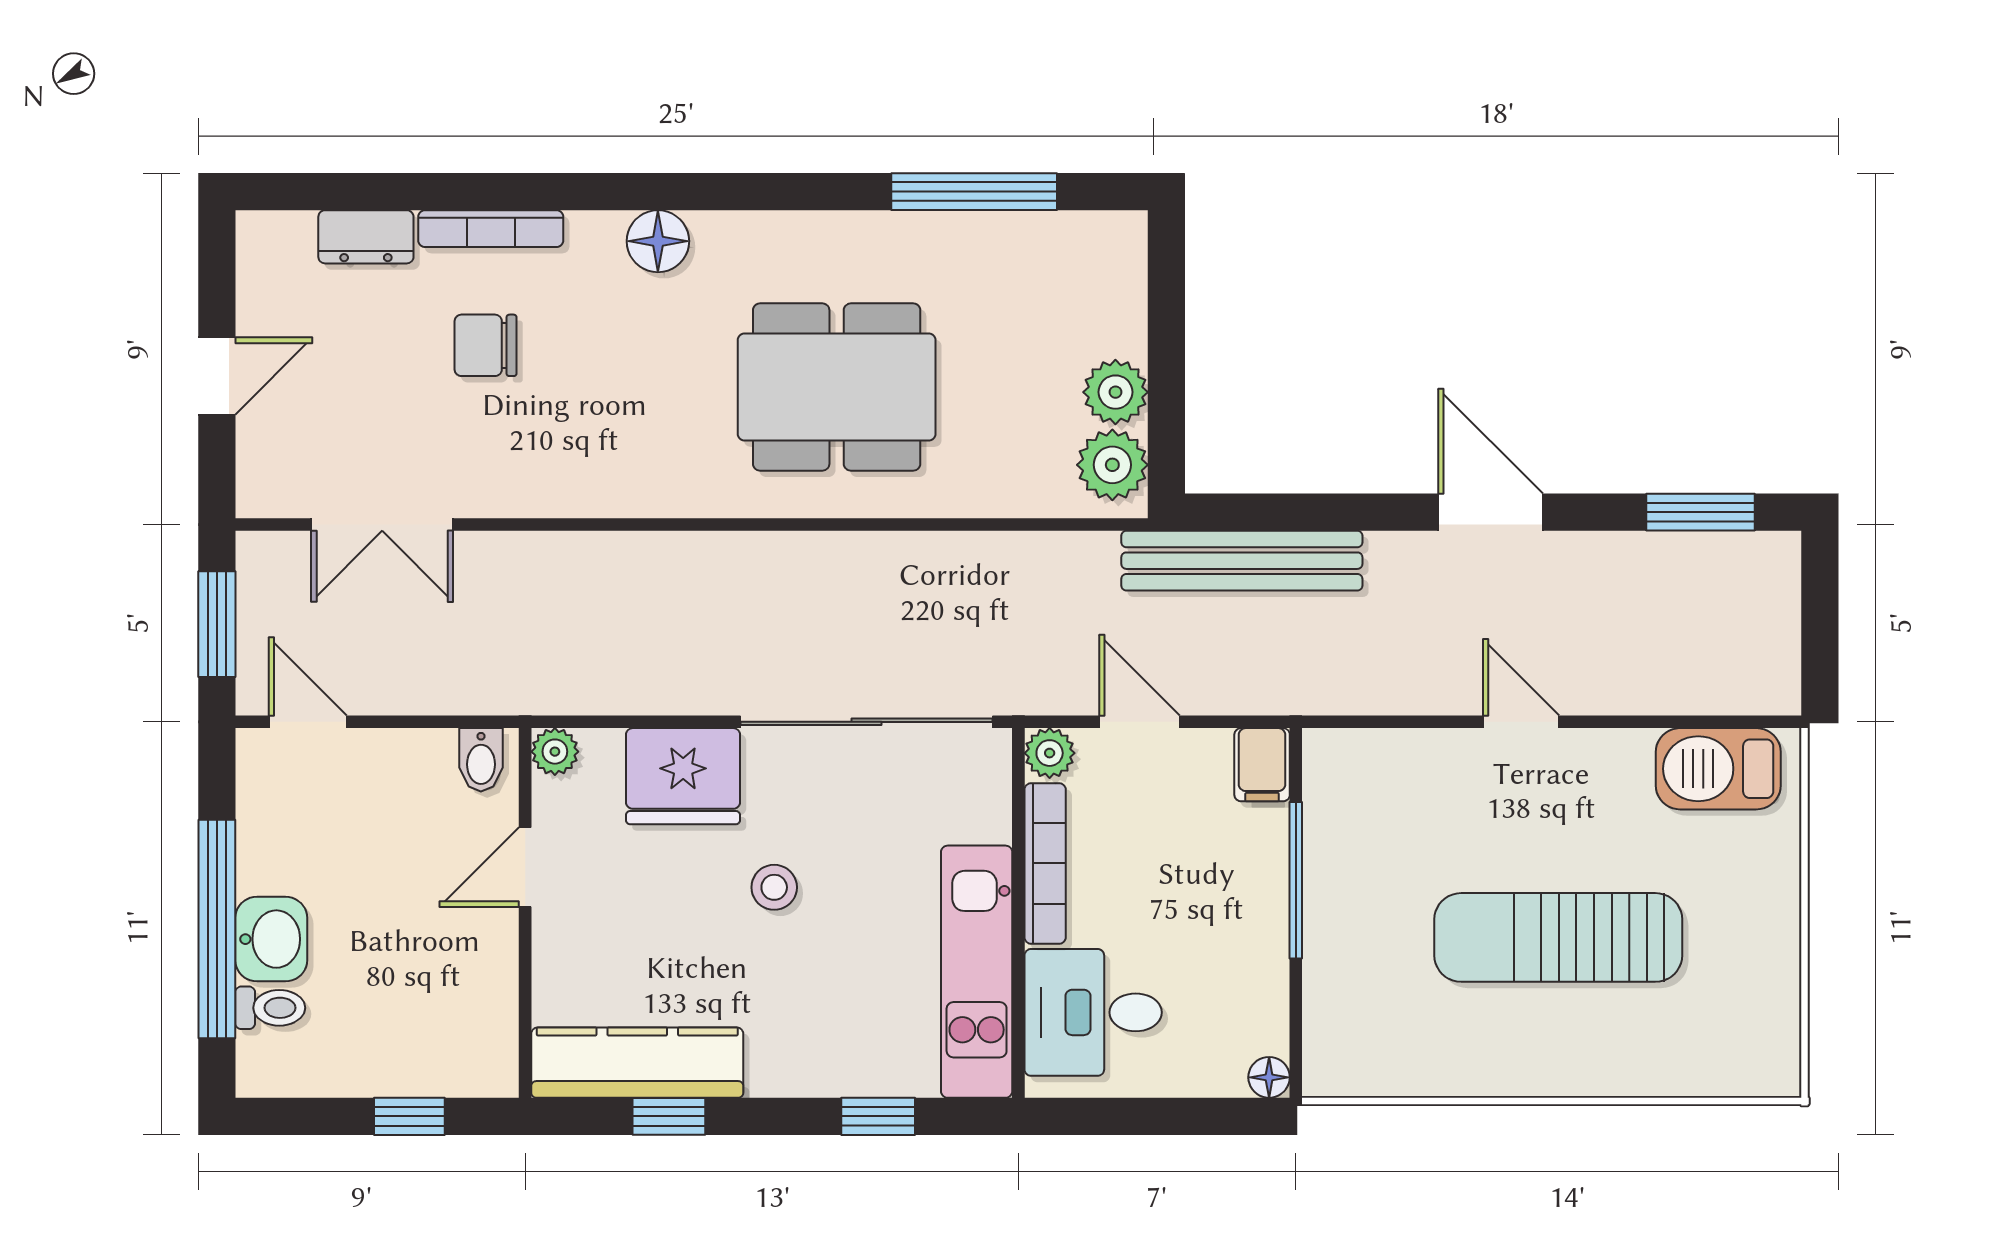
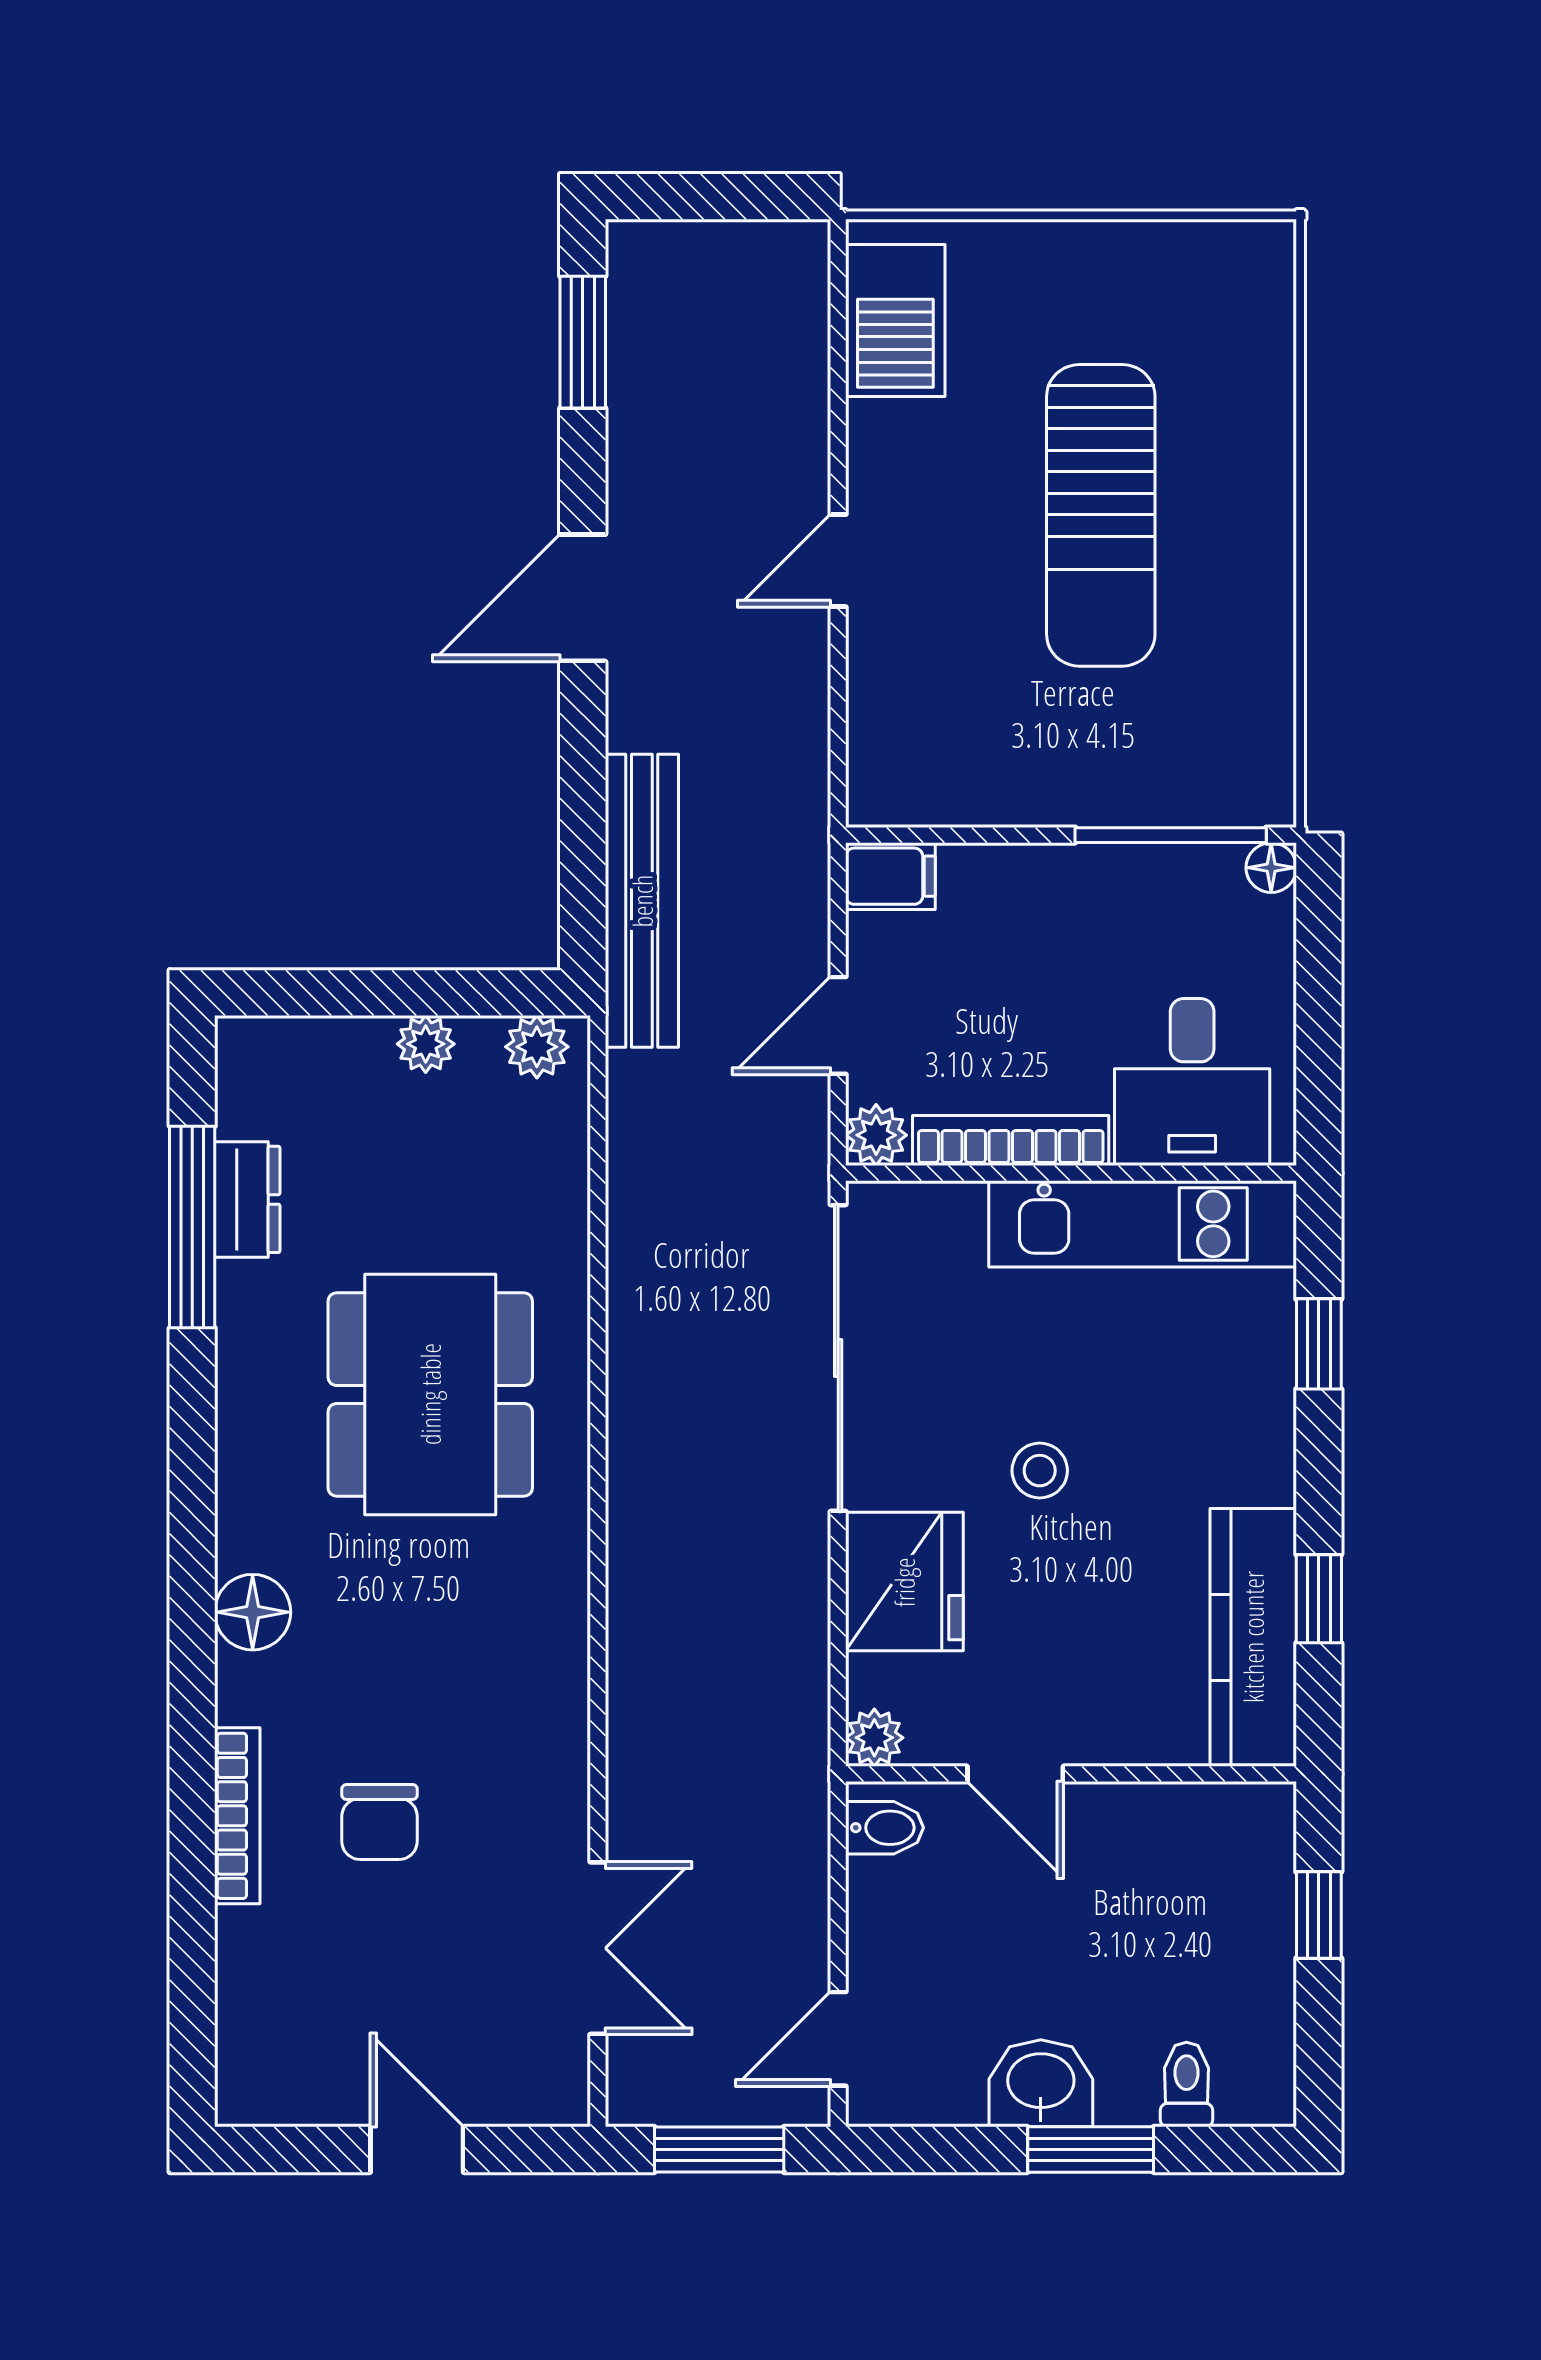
dresser: (366, 237) -> (247, 1199), moved
plant: (1115, 392) -> (426, 1044), width x0.73, depth x0.73
plant: (1112, 465) -> (537, 1047), width x0.73, depth x0.73
window: (1296, 880) -> (1171, 835), moved
window: (217, 929) -> (1091, 2149), width x0.47
washbasin: (271, 939) -> (1041, 2083), moved

